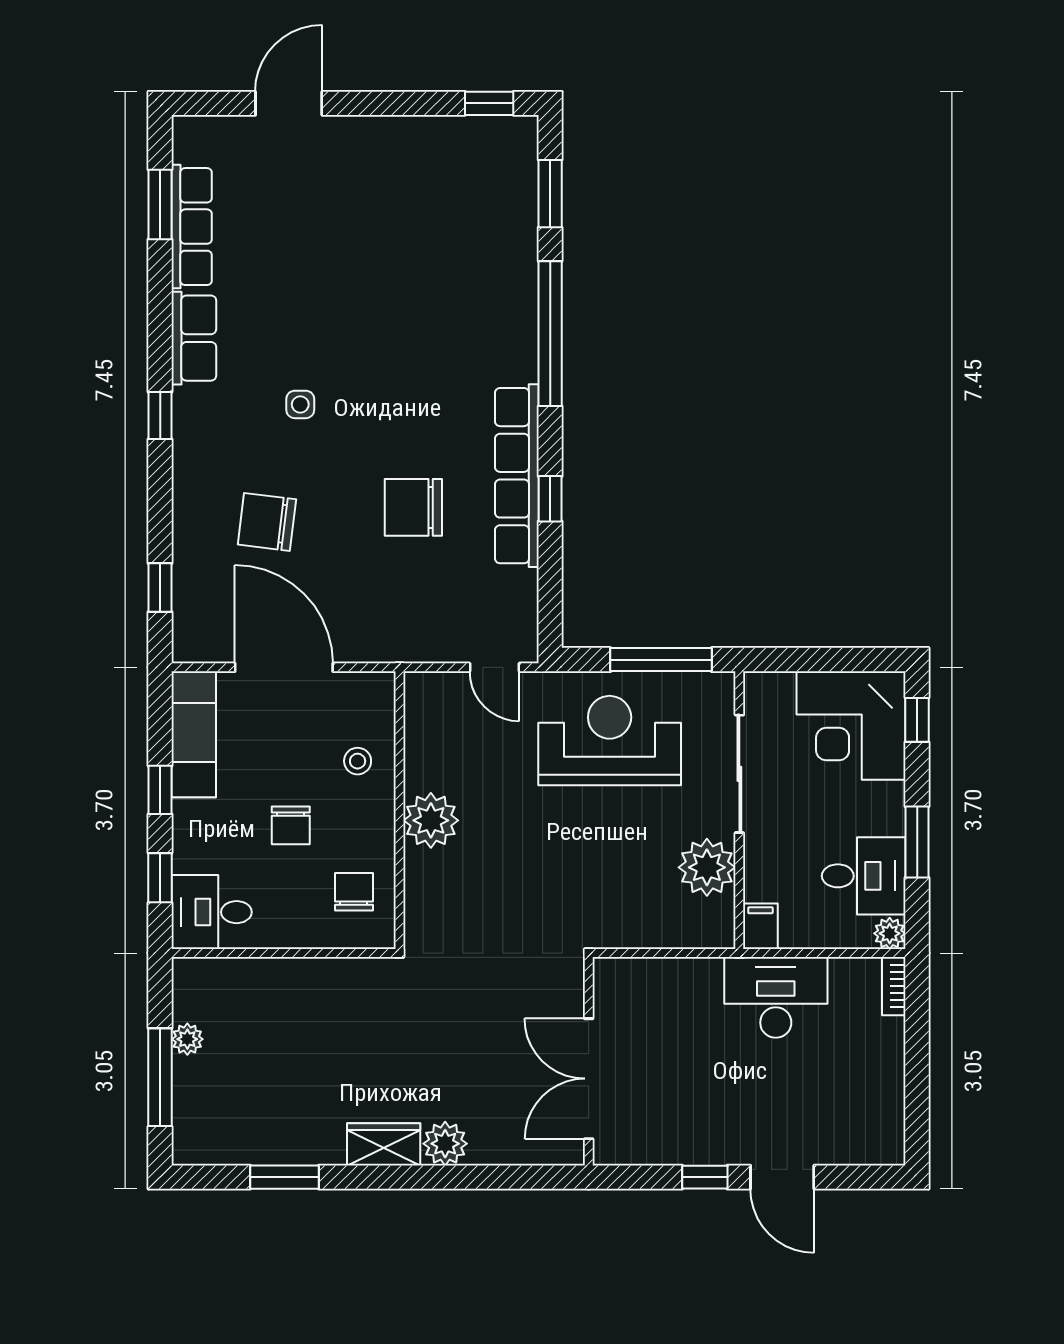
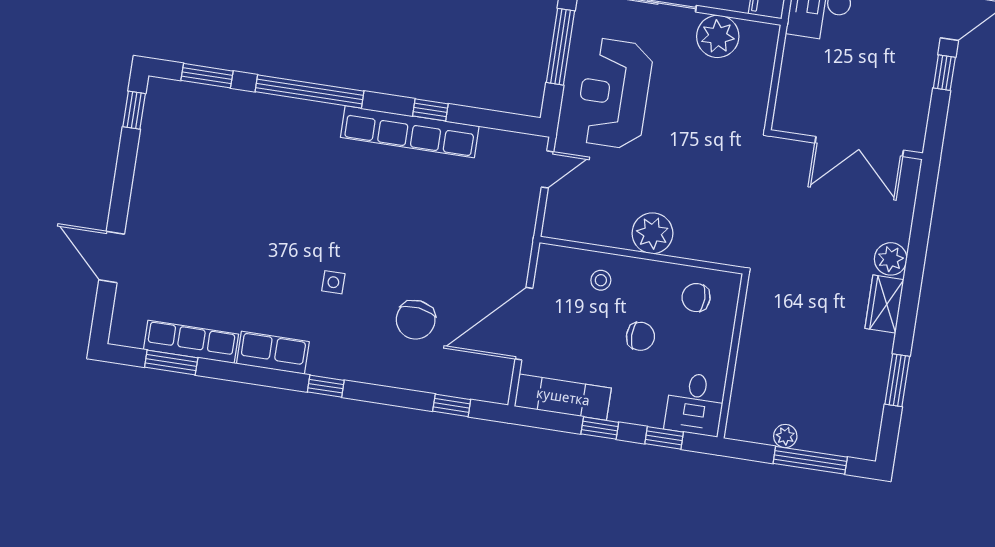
chair: (413, 507) -> (421, 211), removed

